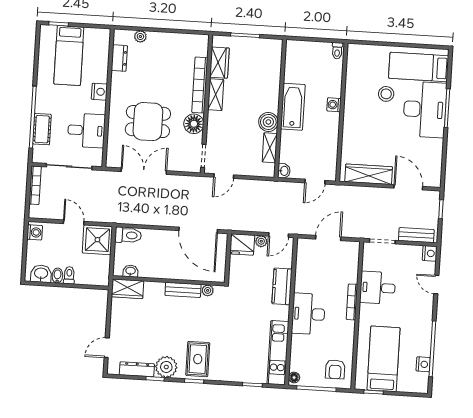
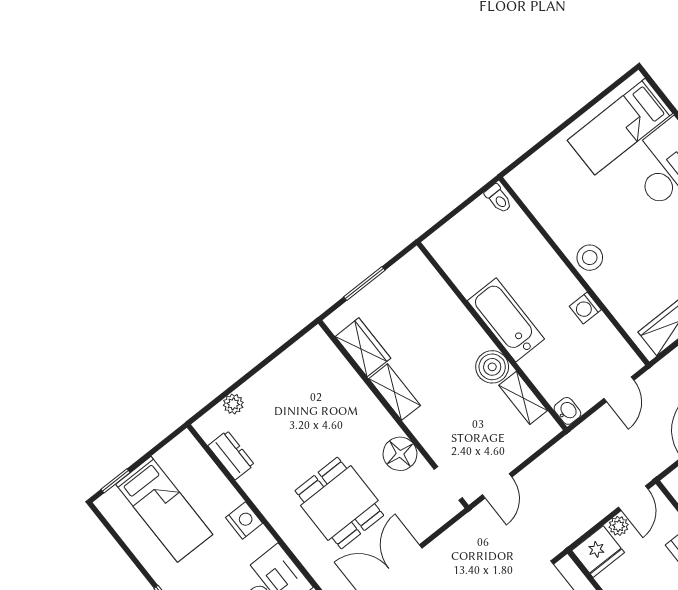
bookcase: (200, 85) -> (364, 398), removed
stool: (386, 94) -> (590, 258), moved
washing machine: (334, 105) -> (585, 308), moved
dining table: (148, 122) -> (339, 503), turned 90

